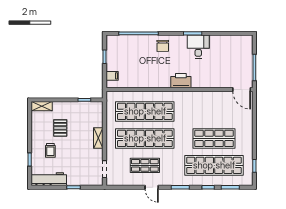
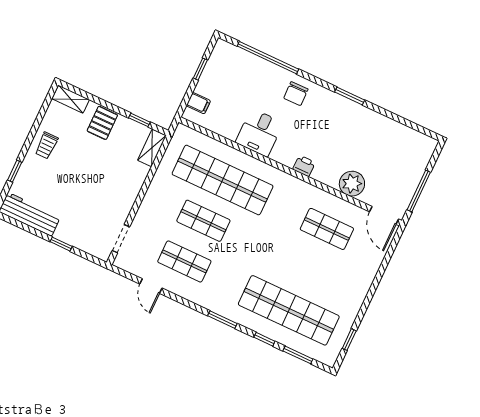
desk: (198, 47) -> (259, 133), moved, turned 180
plant: (216, 80) -> (352, 184), added
printer: (181, 81) -> (304, 166), width x0.53, depth x0.68
pallet: (60, 128) -> (102, 123), moved
shelving: (98, 138) -> (152, 148), moved
shop shelf: (145, 138) -> (203, 221), width x0.50, depth x0.74
shop shelf: (214, 138) -> (327, 229), moved, width x0.70, depth x0.74
trolley: (50, 150) -> (46, 145), moved
door: (152, 187) -> (151, 286), moved

